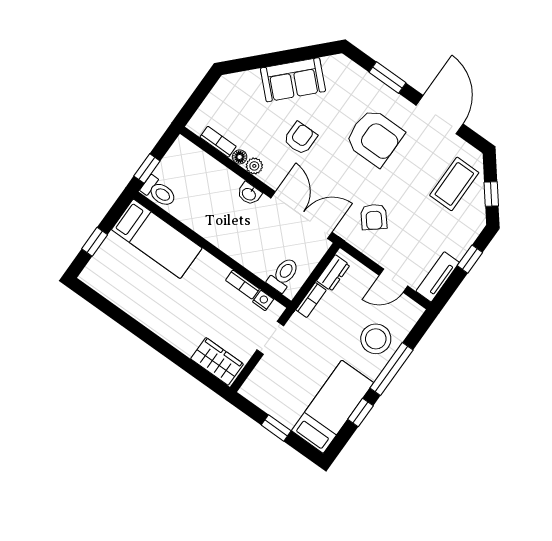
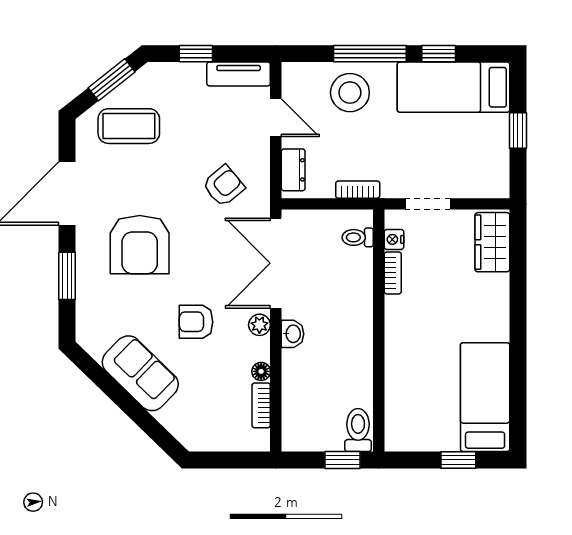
armchair: (374, 137) -> (140, 245), turned 180
plant: (254, 166) -> (259, 325), moved
window: (491, 194) -> (112, 80), width x1.50
bed: (157, 239) -> (485, 397), moved
dresser: (333, 273) -> (293, 170), moved, turned 90
toilet: (283, 275) -> (358, 237), width x0.73, depth x0.72

